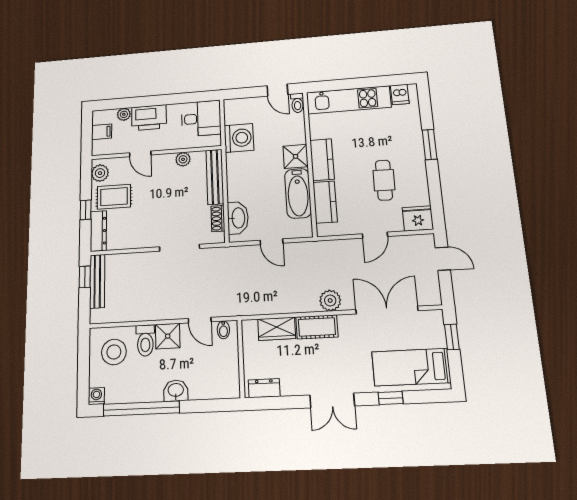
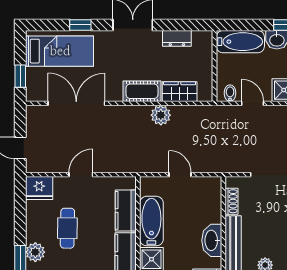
plant: (415, 154) -> (35, 252), added
washbasin: (238, 218) -> (212, 240), moved
plant: (330, 300) -> (161, 115), moved
double door: (387, 310) -> (76, 103), swing flipped
bathtub: (214, 387) -> (240, 42), added
dresser: (264, 388) -> (177, 38), moved

